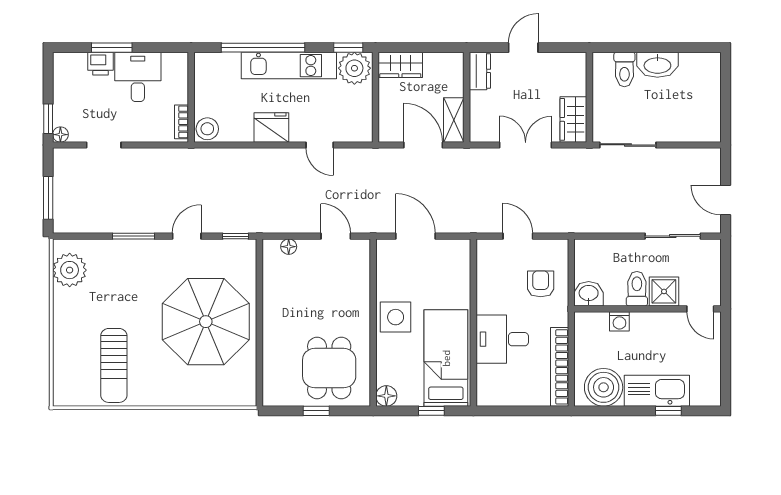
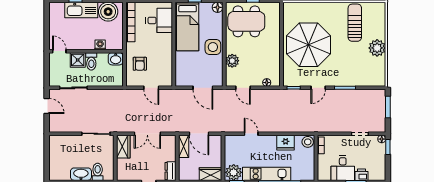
fridge: (271, 127) -> (286, 143), moved
plant: (70, 270) -> (377, 48), moved
plant: (357, 290) -> (232, 61), added
desk: (502, 339) -> (159, 20), moved
dining table: (329, 368) -> (246, 21), width x1.38

